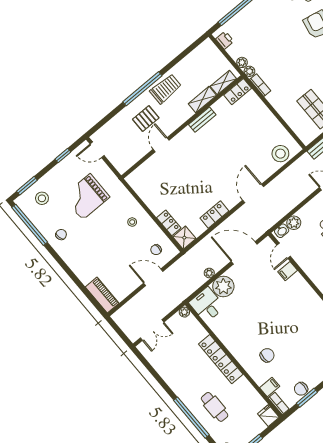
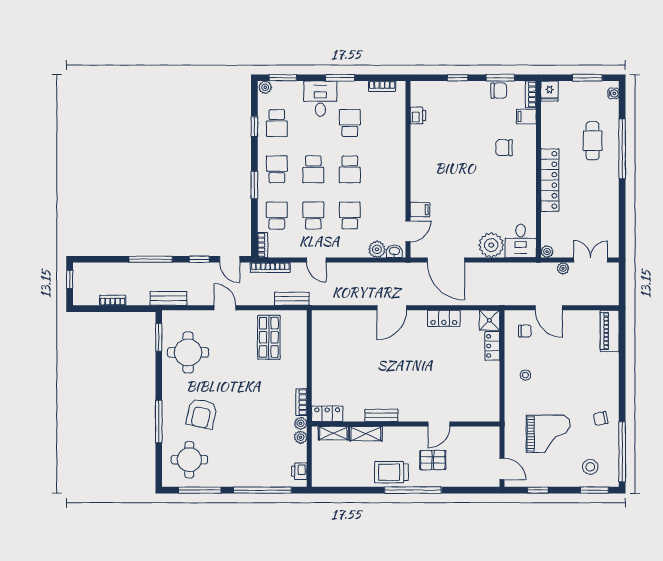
stool: (280, 154) -> (336, 323), removed
plant: (209, 273) -> (563, 268), moved

